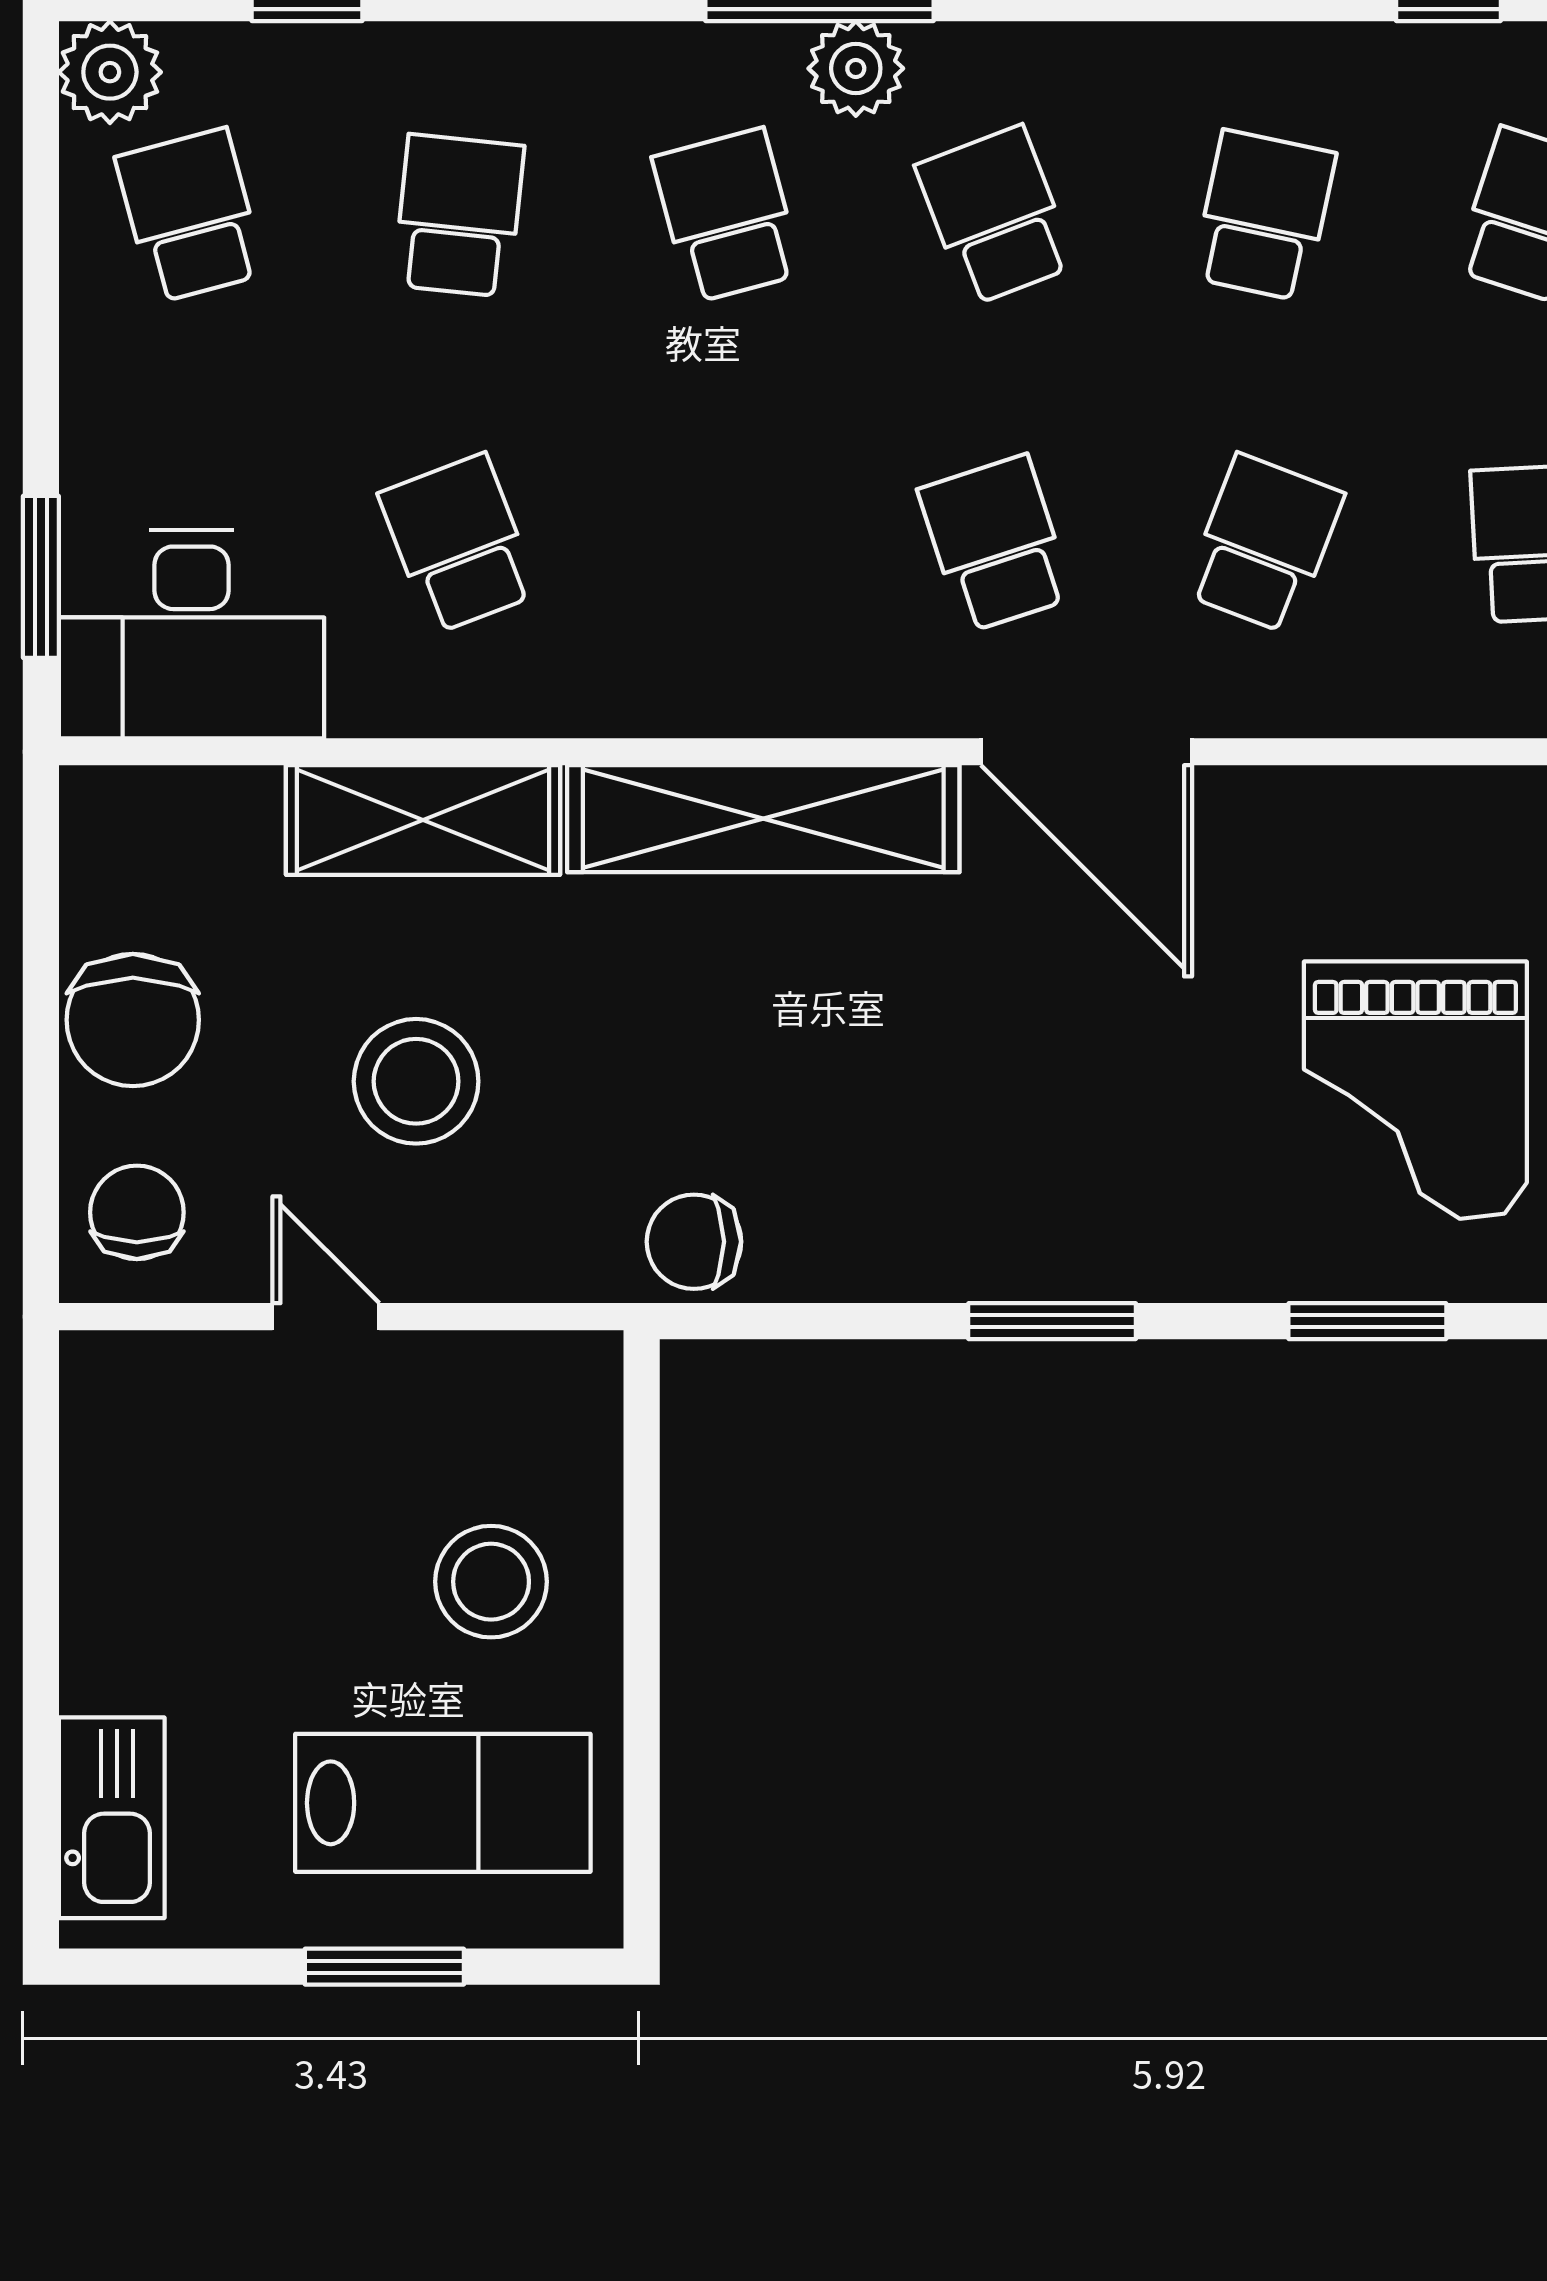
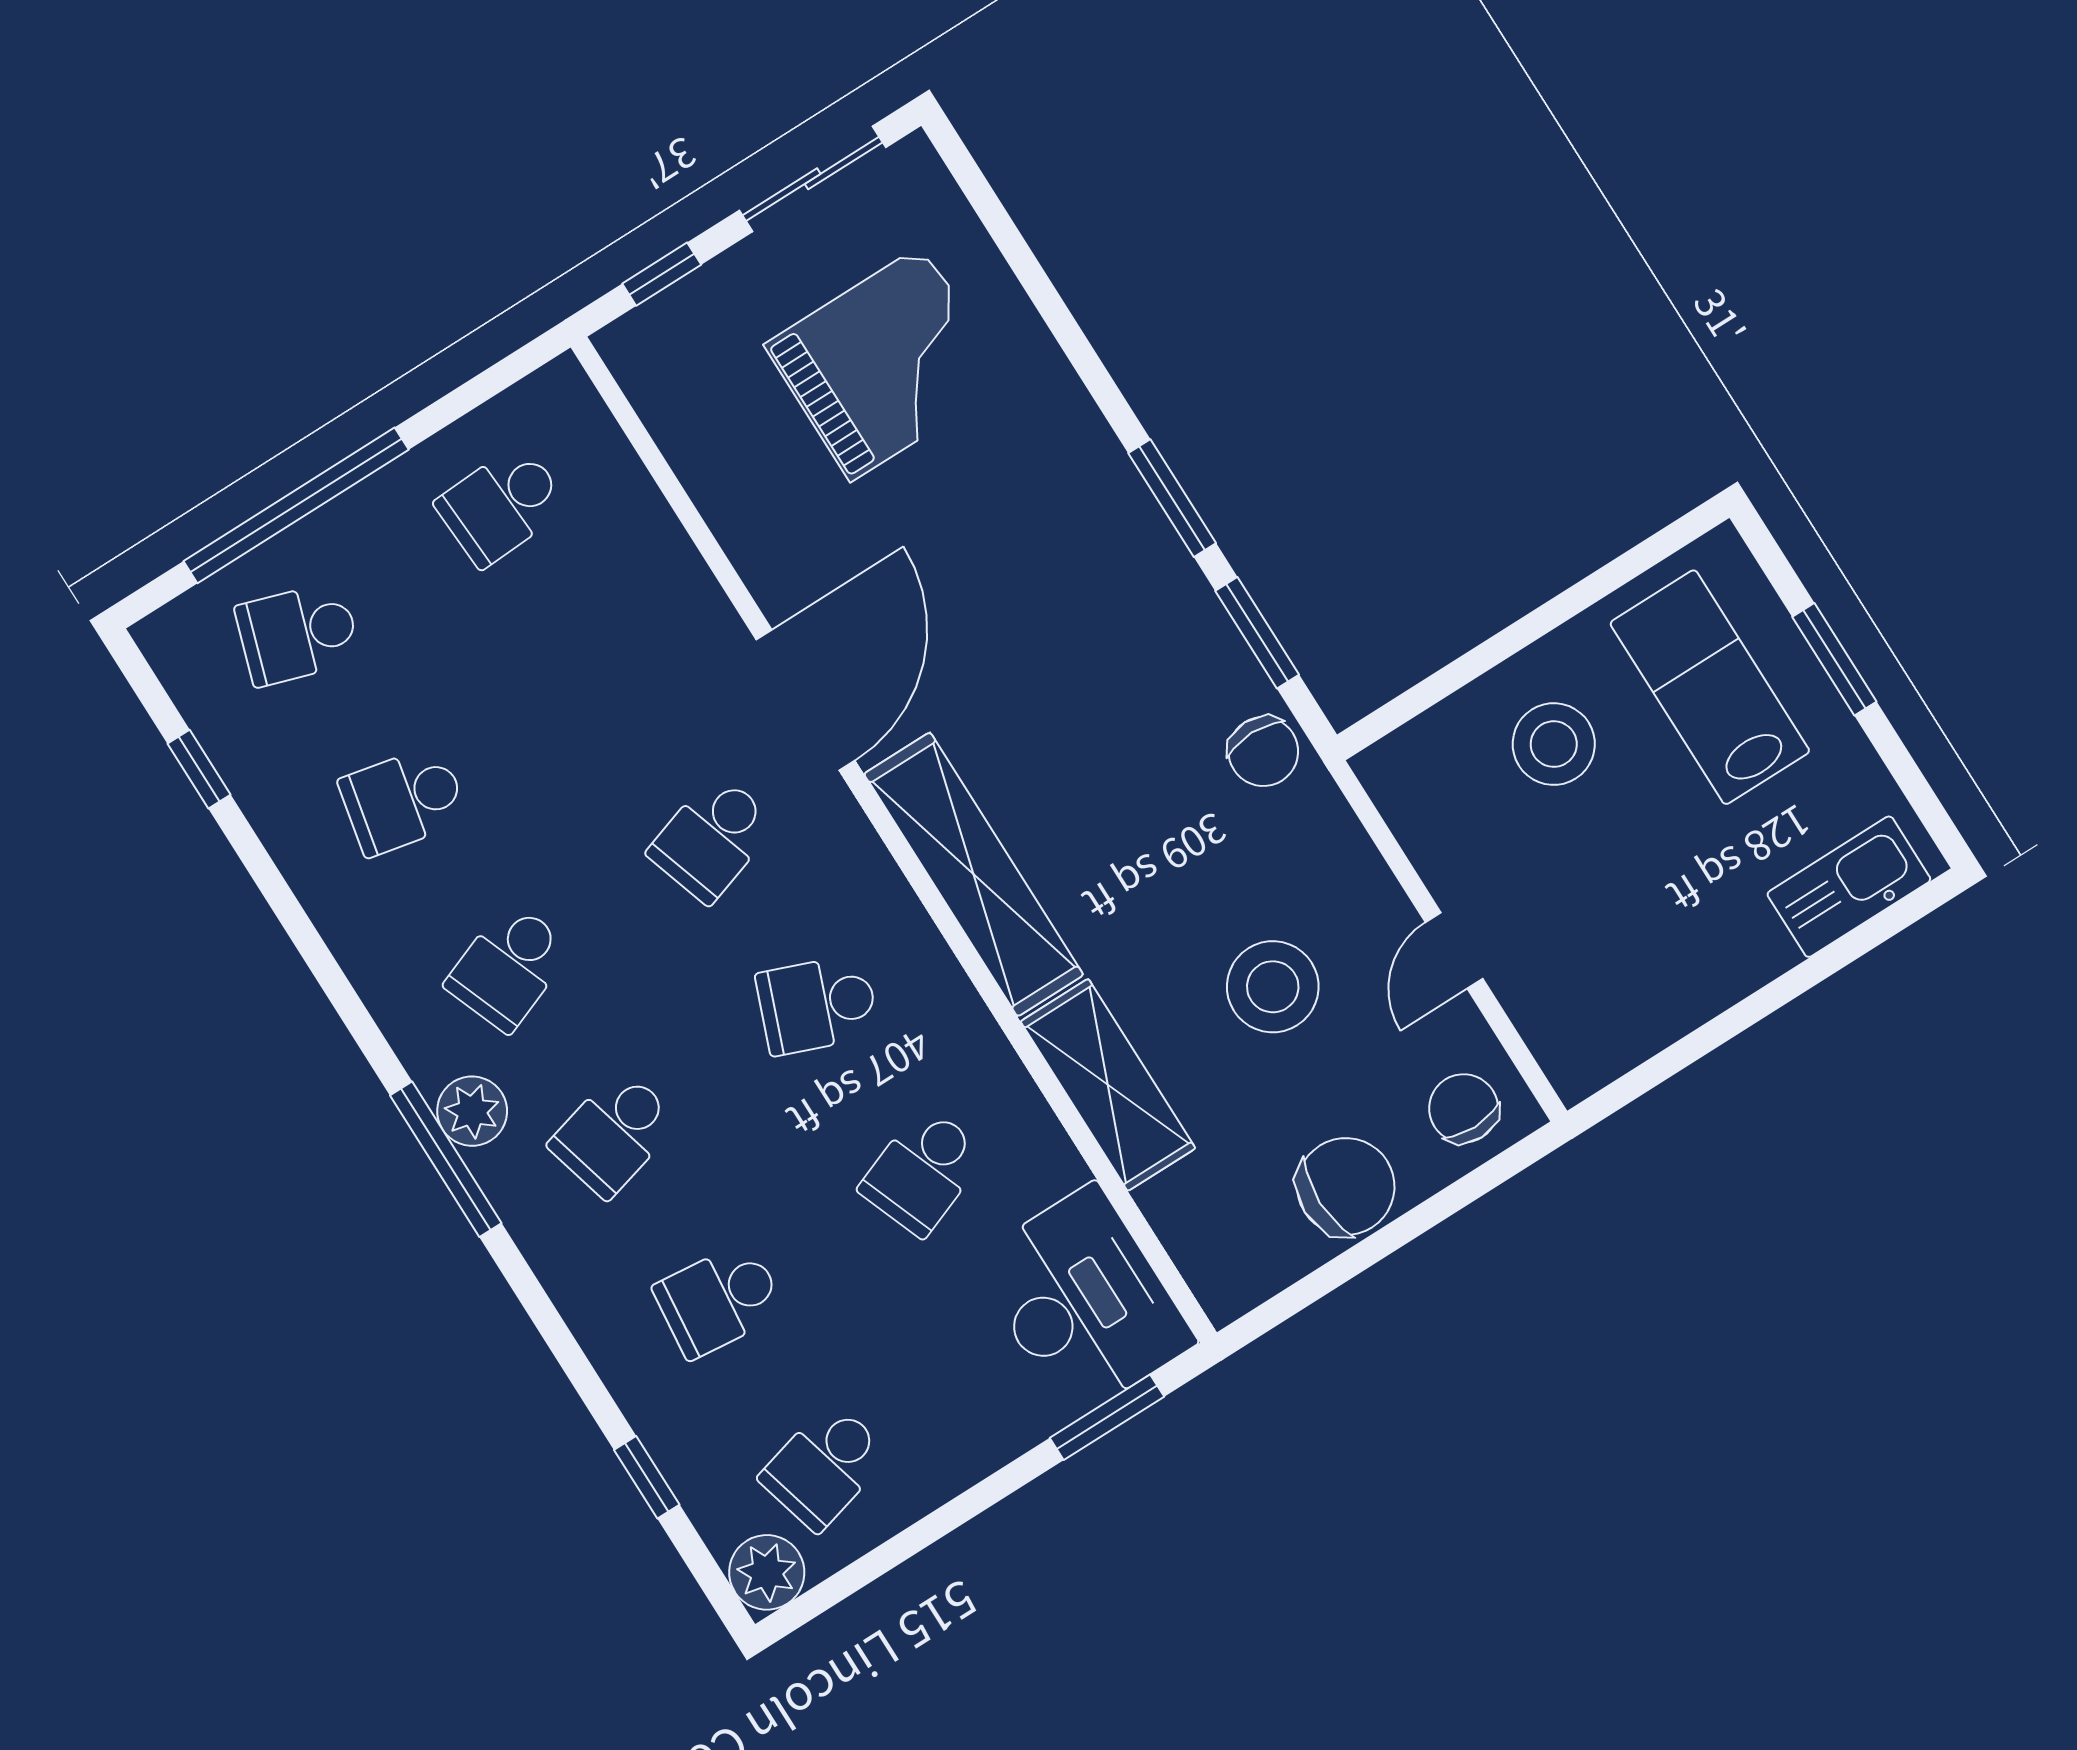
school desk: (1264, 544) -> (817, 1005), moved
chair: (137, 1212) -> (1464, 1108), turned 90
window: (1367, 1321) -> (1257, 633), moved

